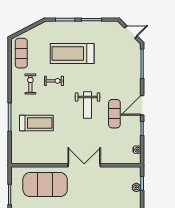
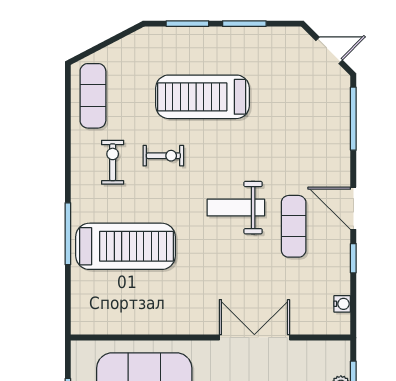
weight bench: (88, 105) -> (236, 208), turned 90
door: (142, 105) -> (353, 208), hinge flipped
treadmill: (36, 123) -> (126, 246), width x1.37, depth x1.38
double door: (84, 165) -> (254, 338), moved

